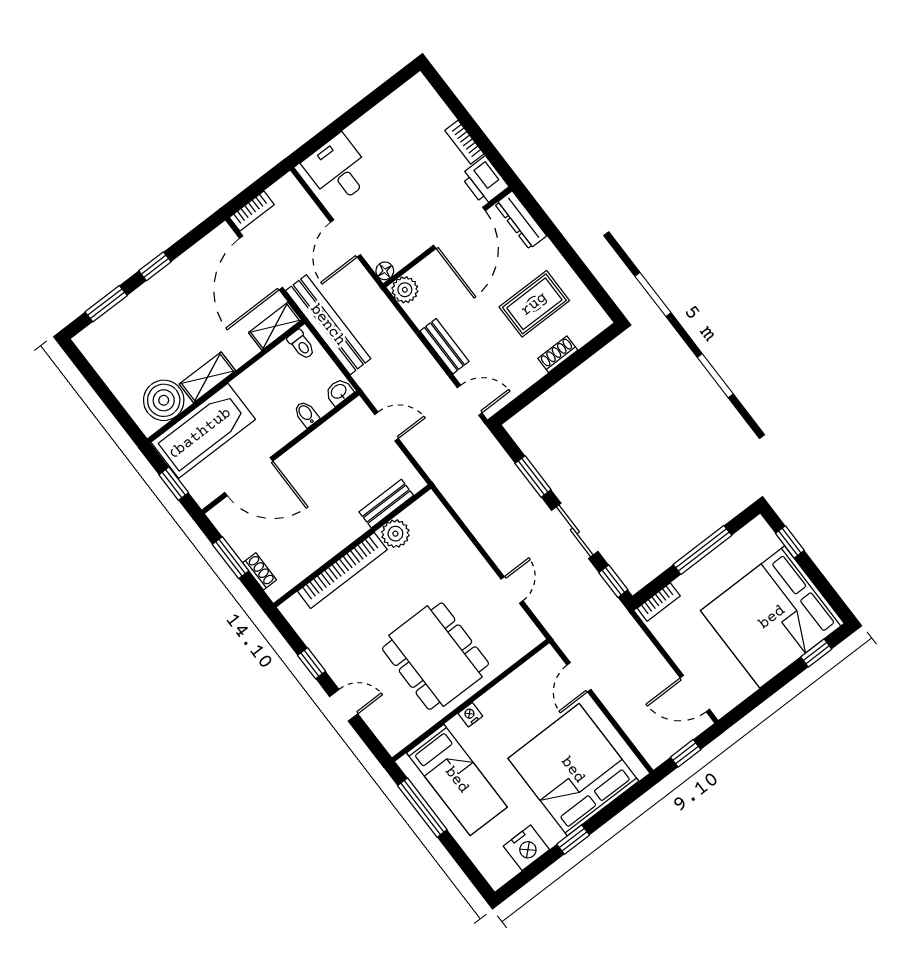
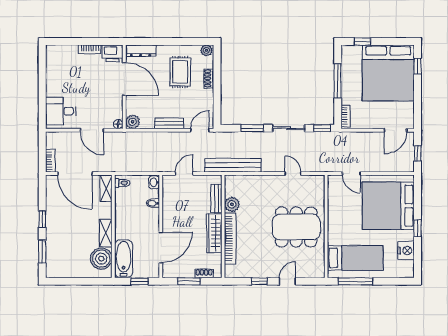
plant: (597, 318) -> (206, 50), added
bench: (328, 325) -> (233, 165), moved
bathtub: (203, 431) -> (124, 259), width x0.73, depth x0.73
wardrobe: (332, 540) -> (214, 233), added
nightstand: (470, 715) -> (332, 231), removed

